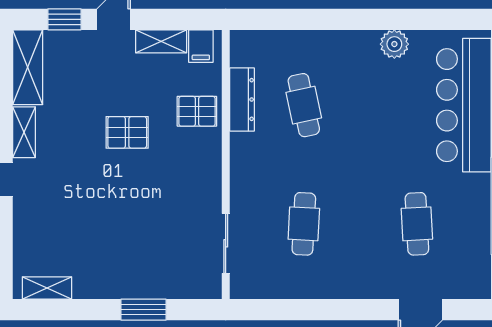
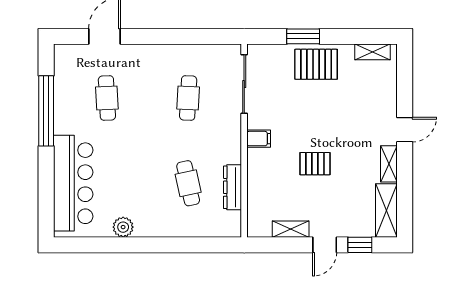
filing cabinet: (201, 46) -> (259, 139), moved, turned 90
pallet: (197, 111) -> (316, 64), moved, width x1.50, depth x1.42
sliding door: (226, 243) -> (244, 84), width x1.37

